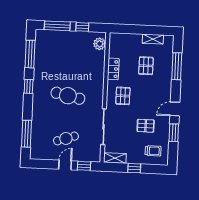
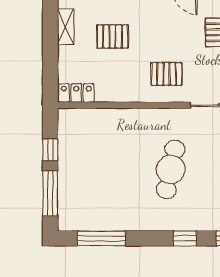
plant: (100, 44) -> (78, 119), removed
locker: (113, 69) -> (76, 93), moved
window: (29, 86) -> (185, 238), moved

